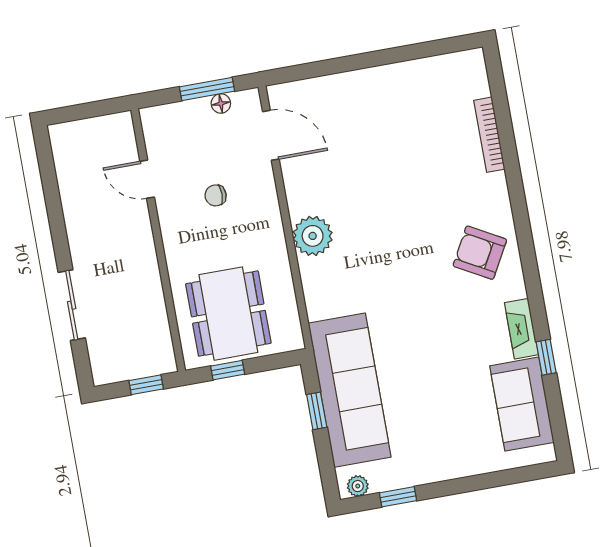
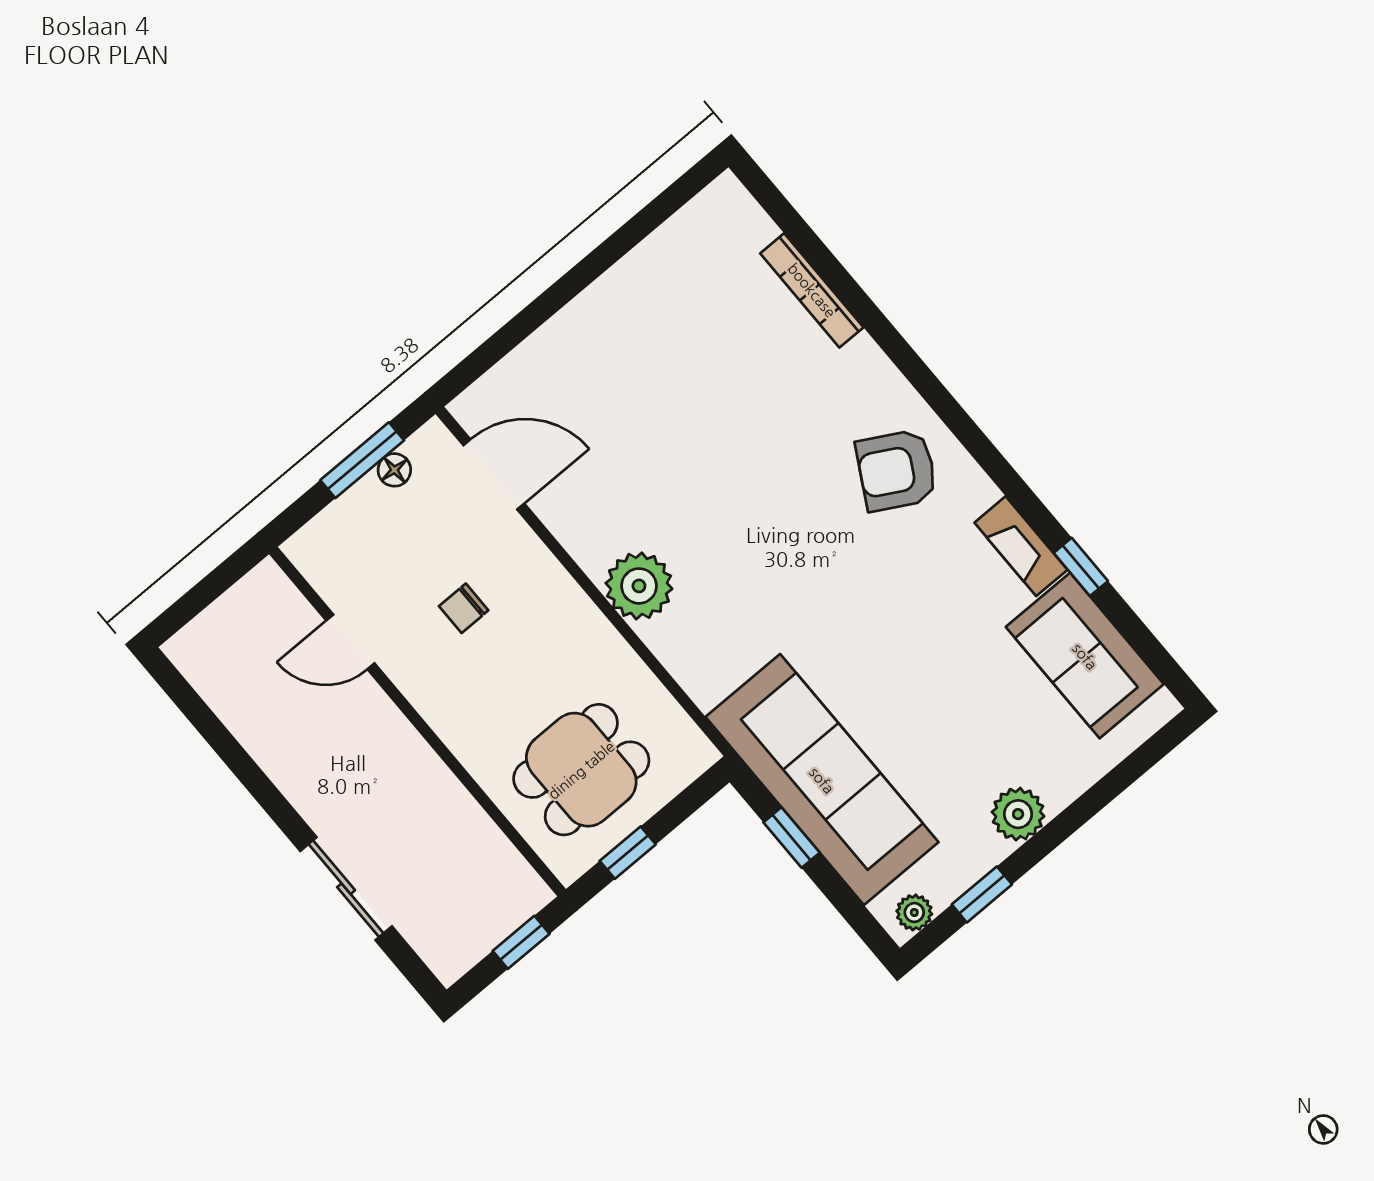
dining table: (228, 314) -> (581, 770), width x0.73
plant: (440, 466) -> (1018, 814), added

